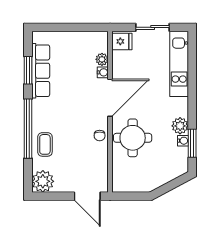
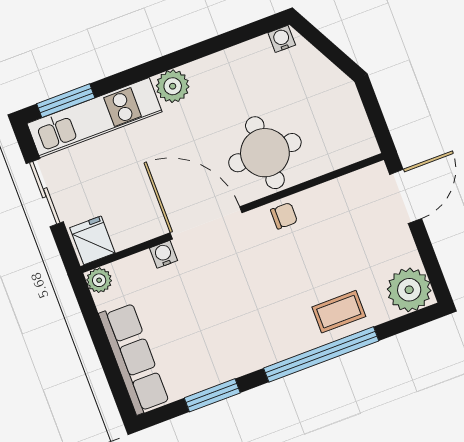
plant: (102, 59) -> (99, 280), moved
row of seats: (41, 71) -> (134, 358), moved, turned 90
plant: (180, 126) -> (173, 86), moved
water cooler: (183, 141) -> (282, 39), moved
window: (192, 143) -> (66, 101), moved

